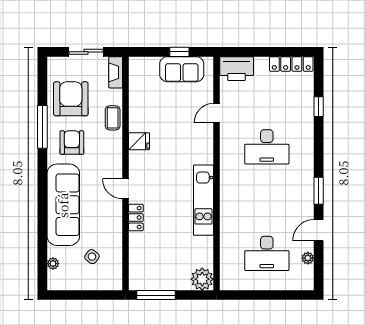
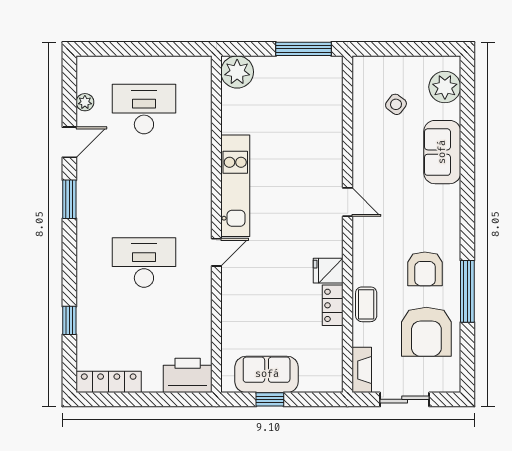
door: (217, 113) -> (216, 252), moved
sofa: (63, 205) -> (442, 152), width x0.54, depth x0.79
locker: (136, 218) -> (333, 305), moved
plant: (53, 264) -> (445, 87), width x1.87, depth x1.87

